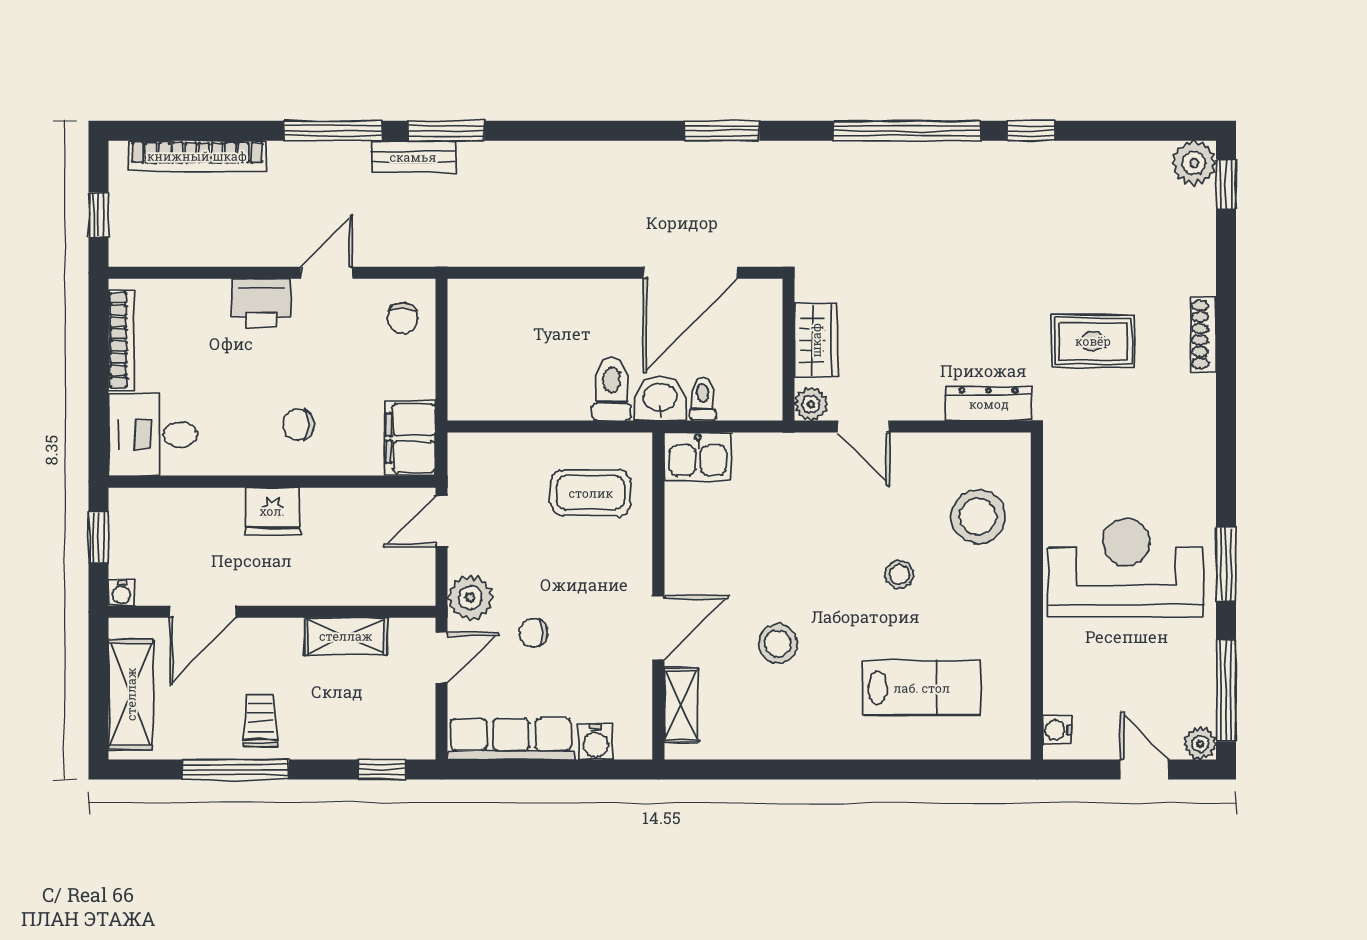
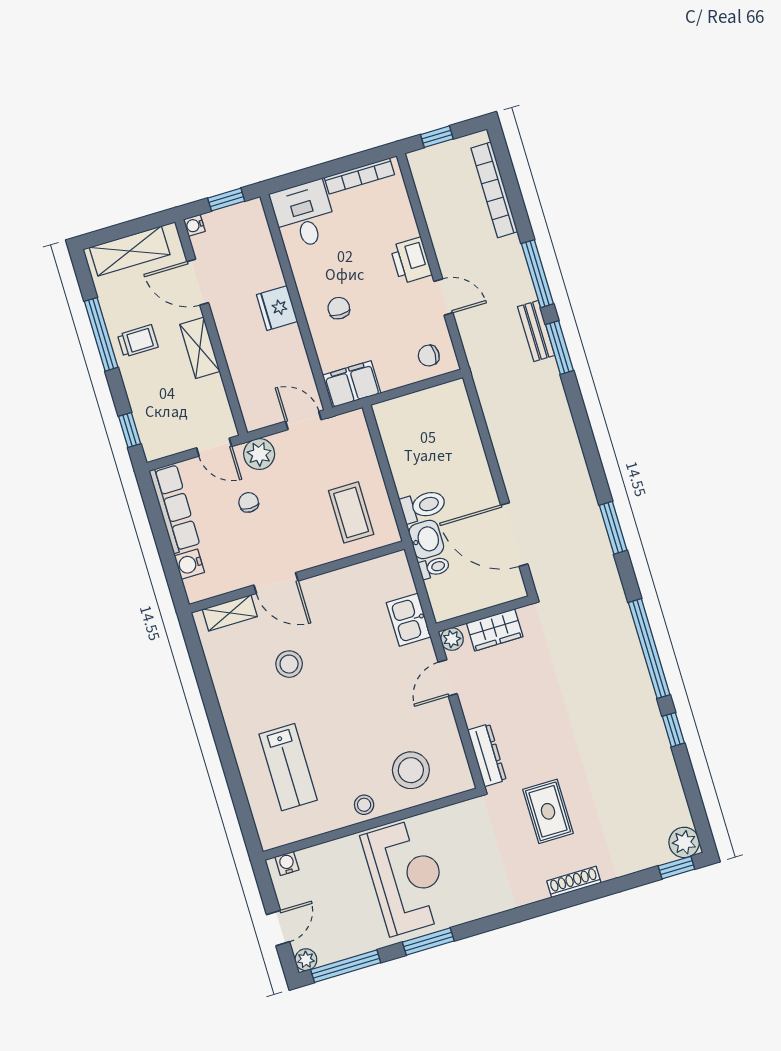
kitchen sink: (698, 457) -> (409, 620), moved
stool: (899, 574) -> (364, 805), moved
shelving: (346, 636) -> (200, 348), moved

